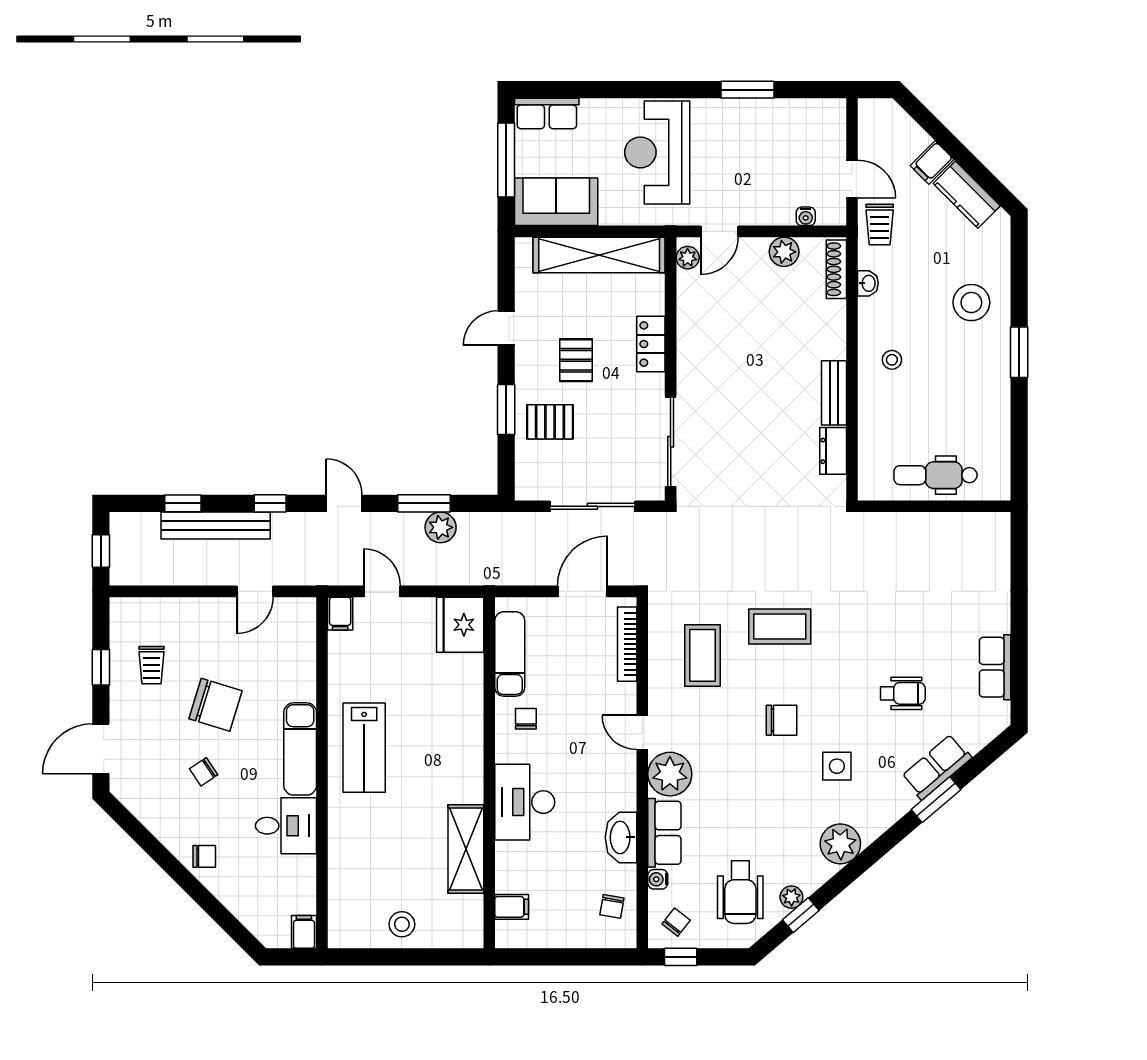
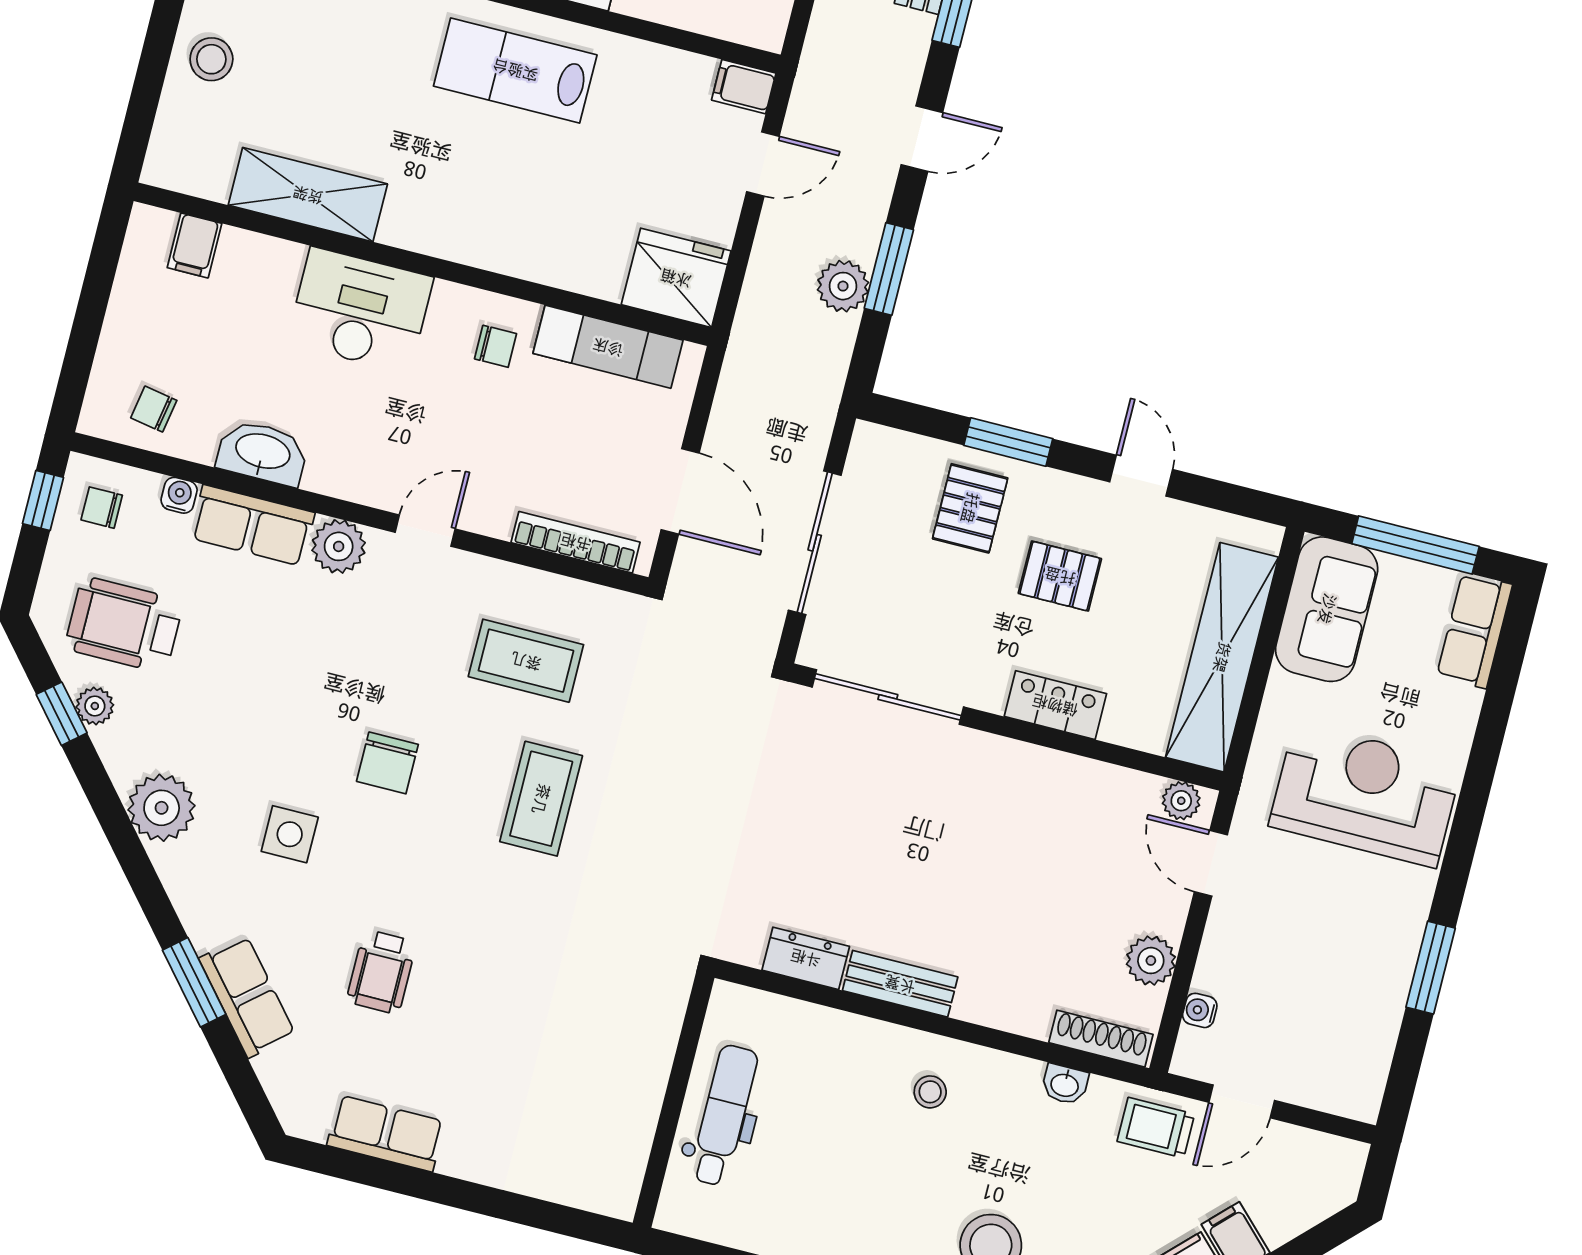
plant: (670, 774) -> (339, 546), width x0.73, depth x0.73
chair: (676, 922) -> (102, 508), turned 142

